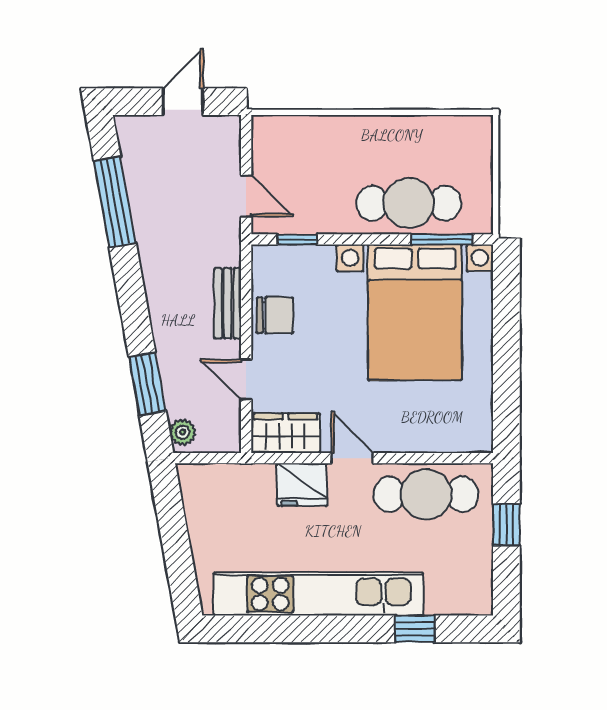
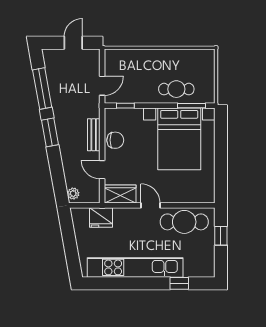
door: (246, 196) -> (102, 86), hinge flipped
cafe table: (409, 203) -> (176, 89), width x0.73, depth x0.74
window: (147, 384) -> (50, 132), moved
fridge: (302, 485) -> (101, 217), moved

